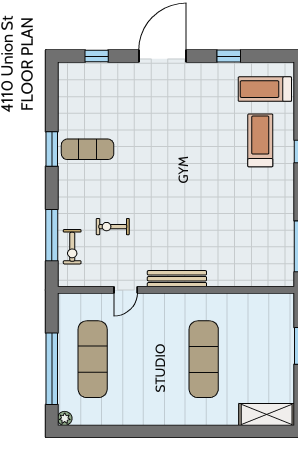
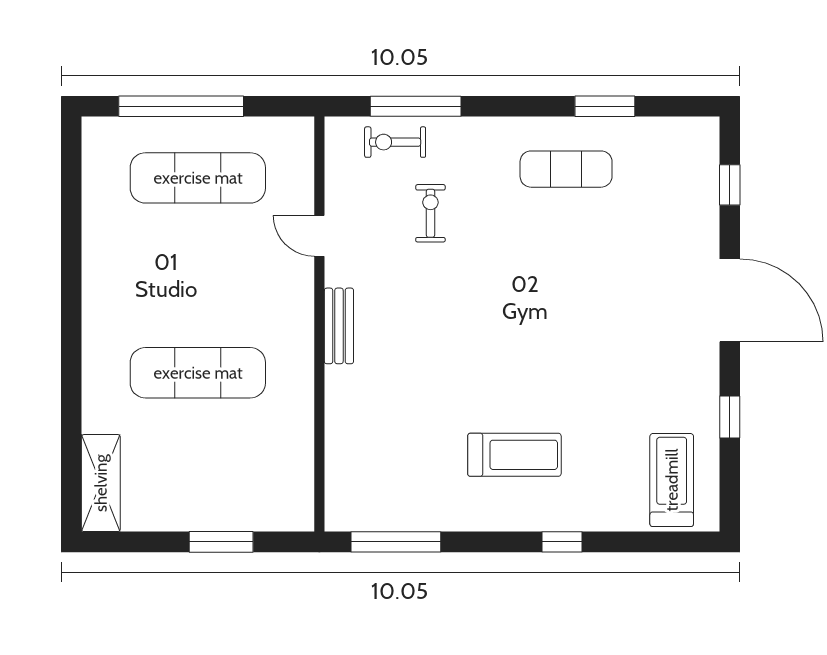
treadmill: (260, 140) -> (514, 455), moved
window: (52, 149) -> (605, 106), moved
exercise mat: (88, 149) -> (566, 169), turned 90
bench: (177, 279) -> (339, 326), width x0.73
plant: (65, 418) -> (94, 129), removed

